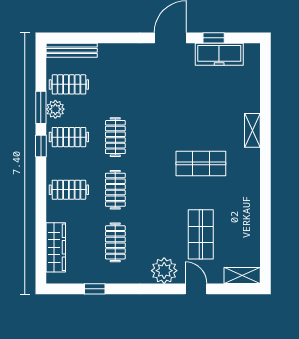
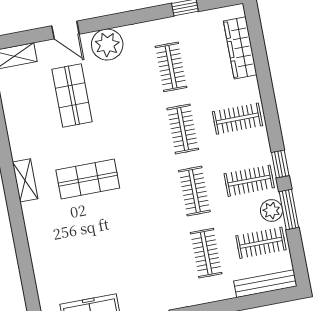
clothes rail: (115, 84) -> (206, 253), added
shelving: (252, 130) -> (25, 180), moved

